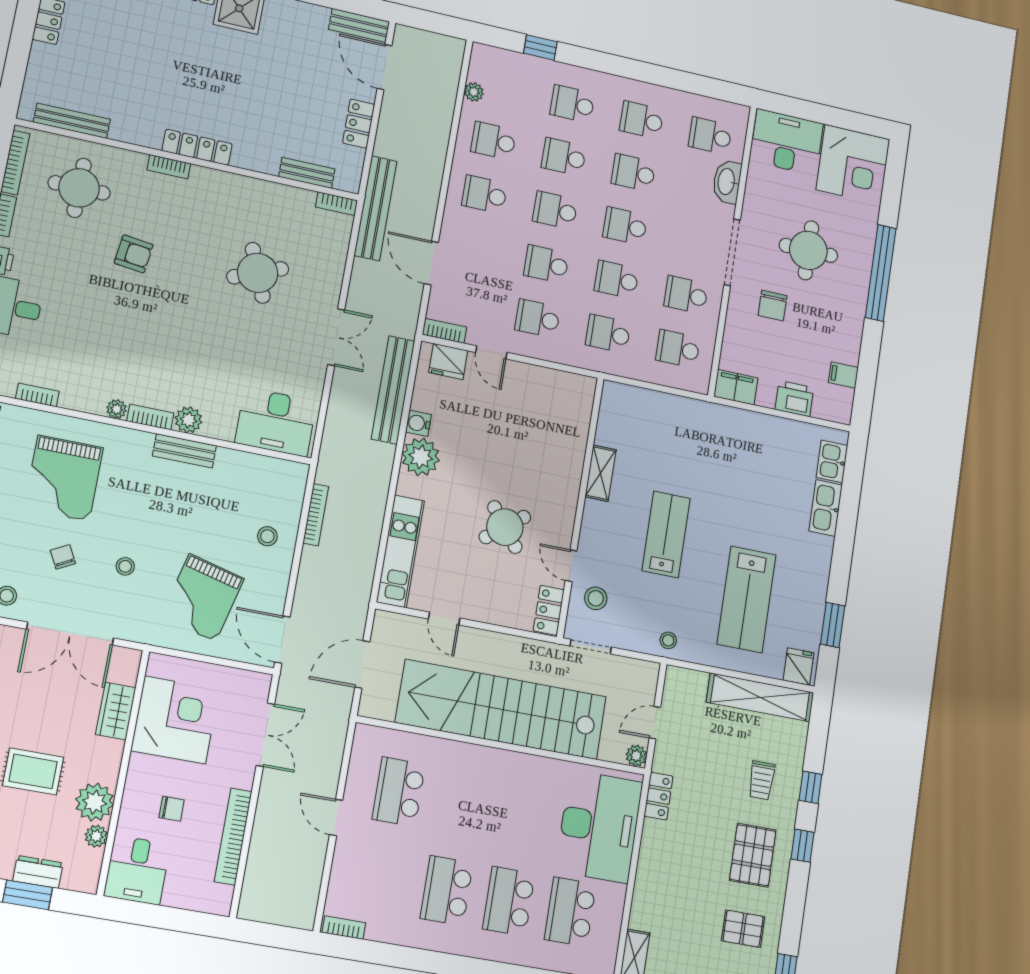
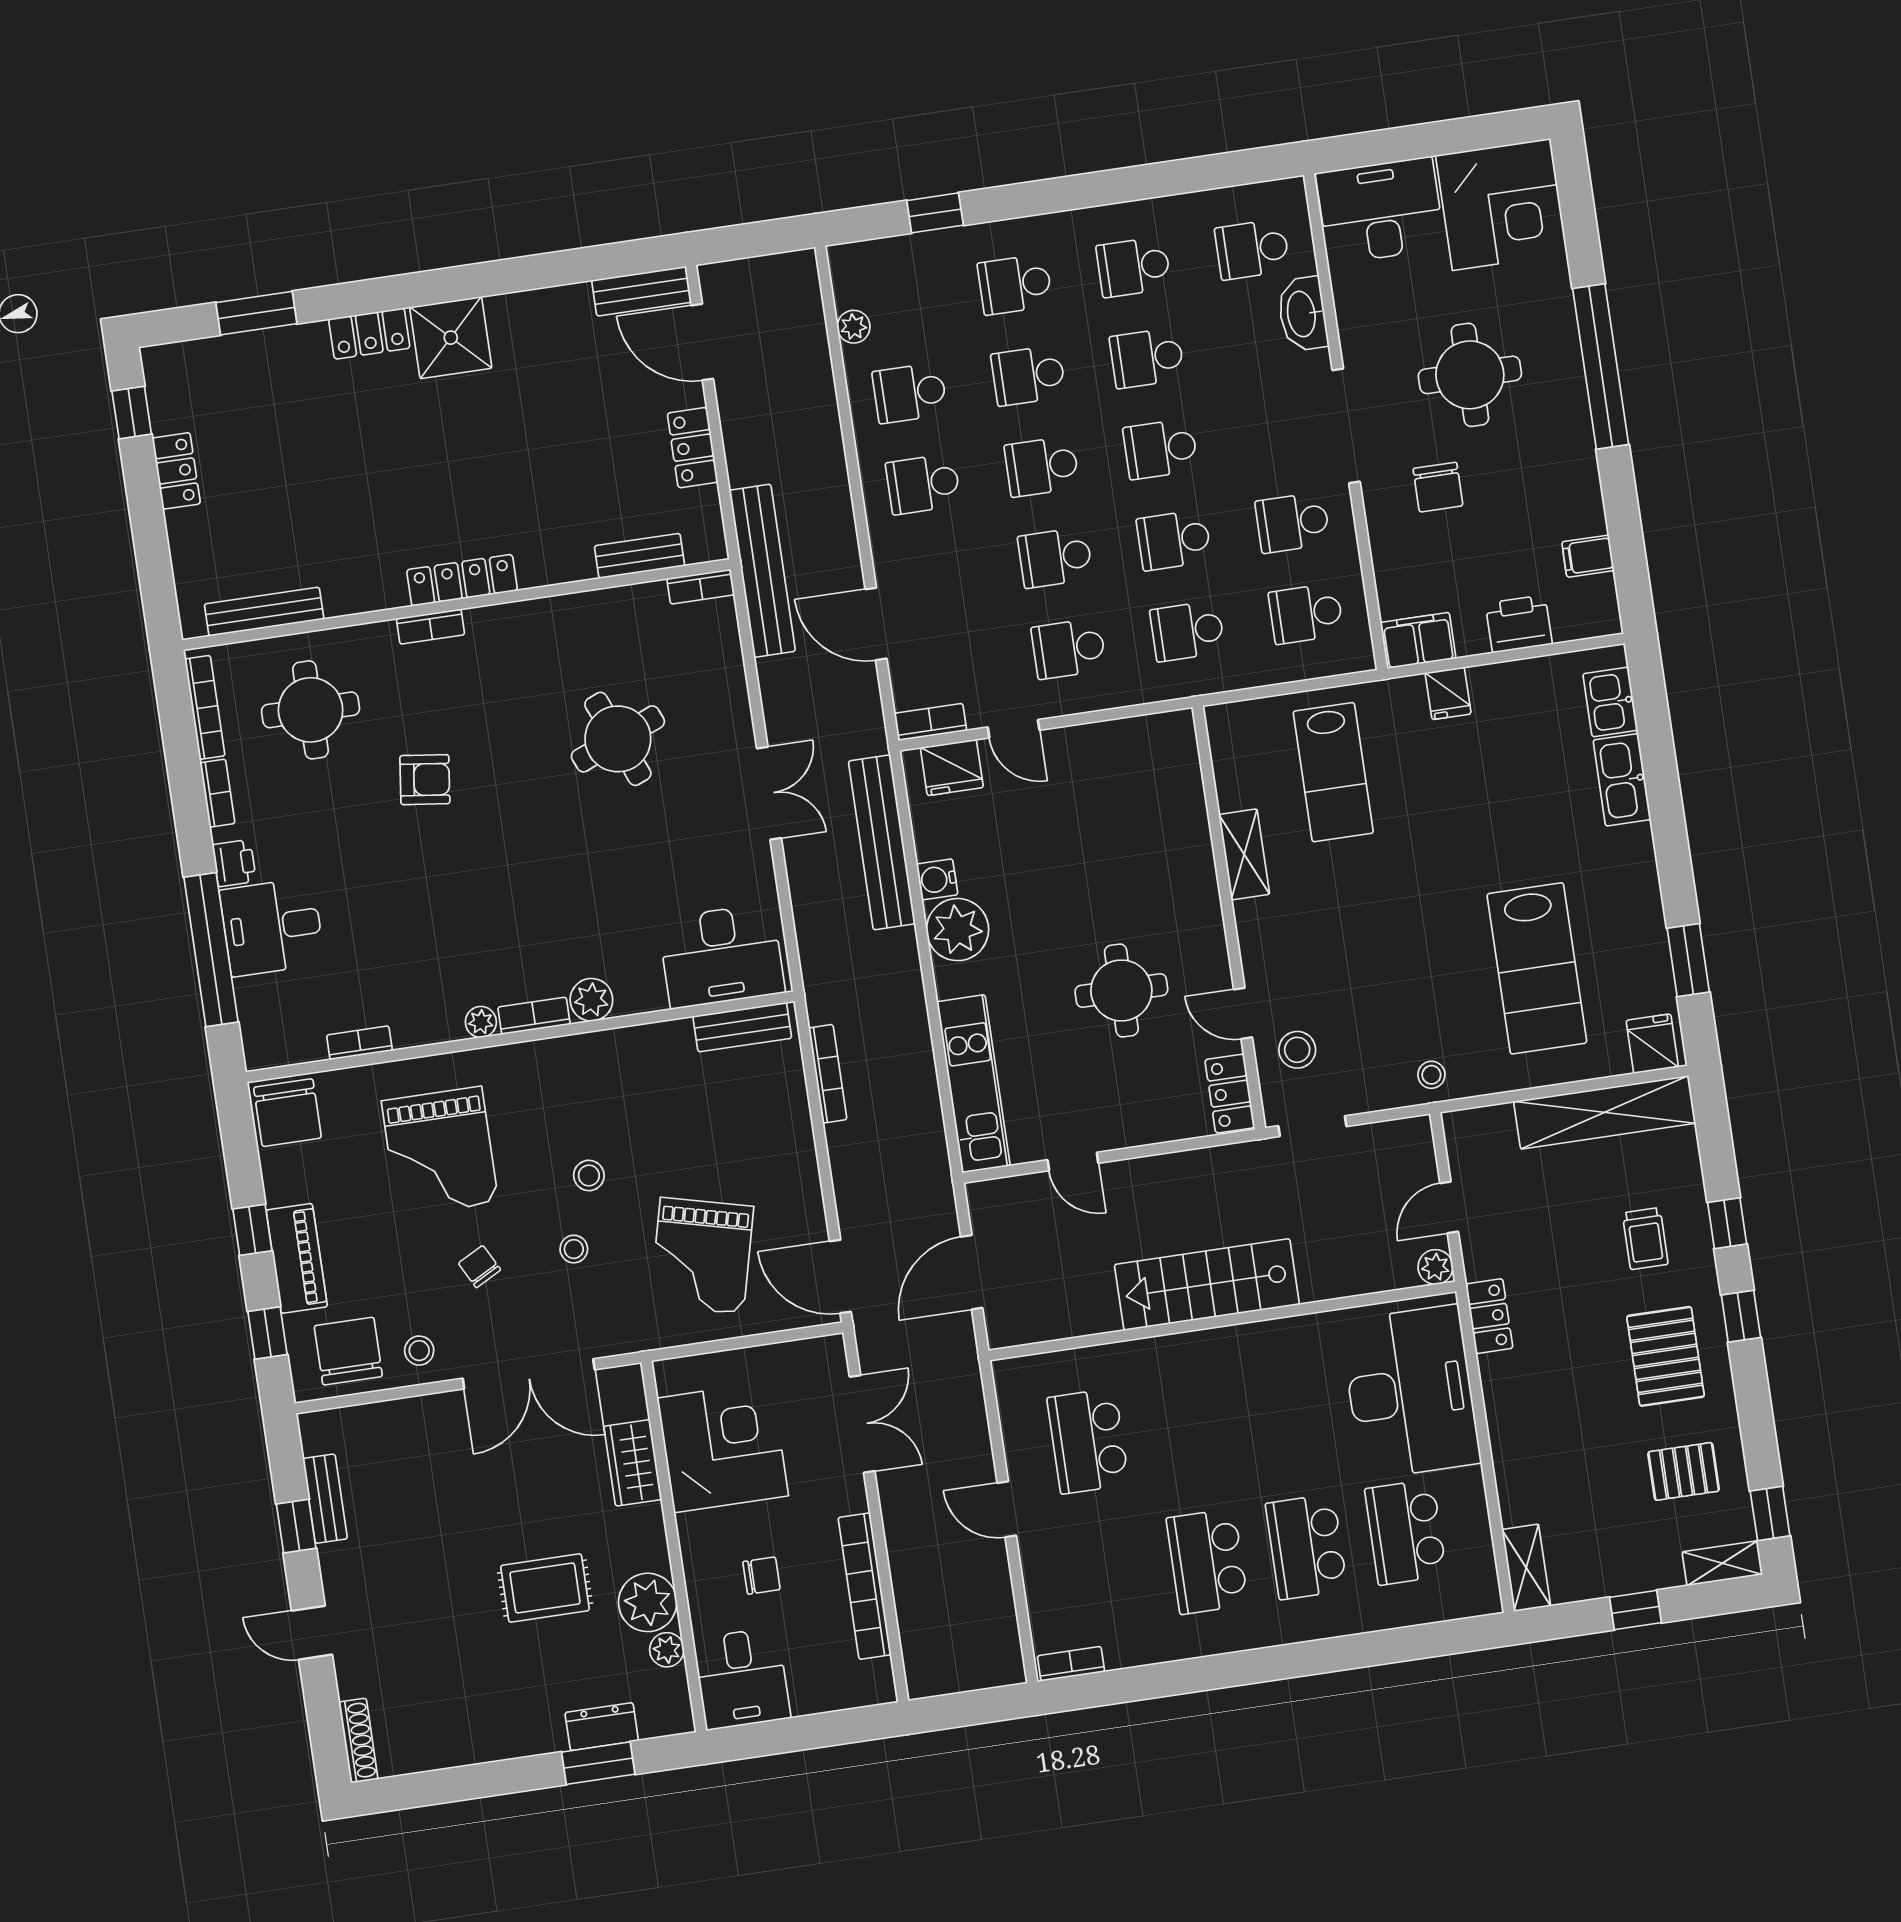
fridge: (744, 423) -> (1448, 693), added
bench: (184, 451) -> (742, 1027), moved
round table: (505, 527) -> (1121, 991), turned 38
lab bench: (666, 534) -> (1333, 772), moved, turned 180
stool: (267, 536) -> (589, 1175), moved
stairs: (501, 710) -> (1207, 1285), width x0.54, depth x0.66

